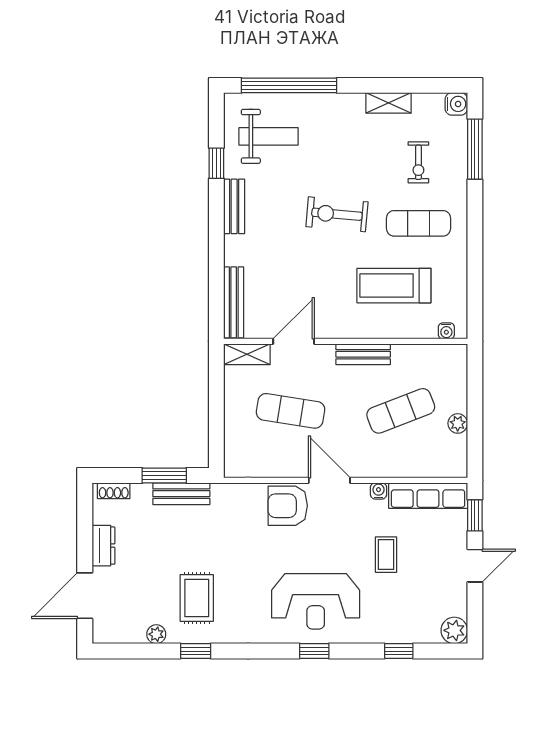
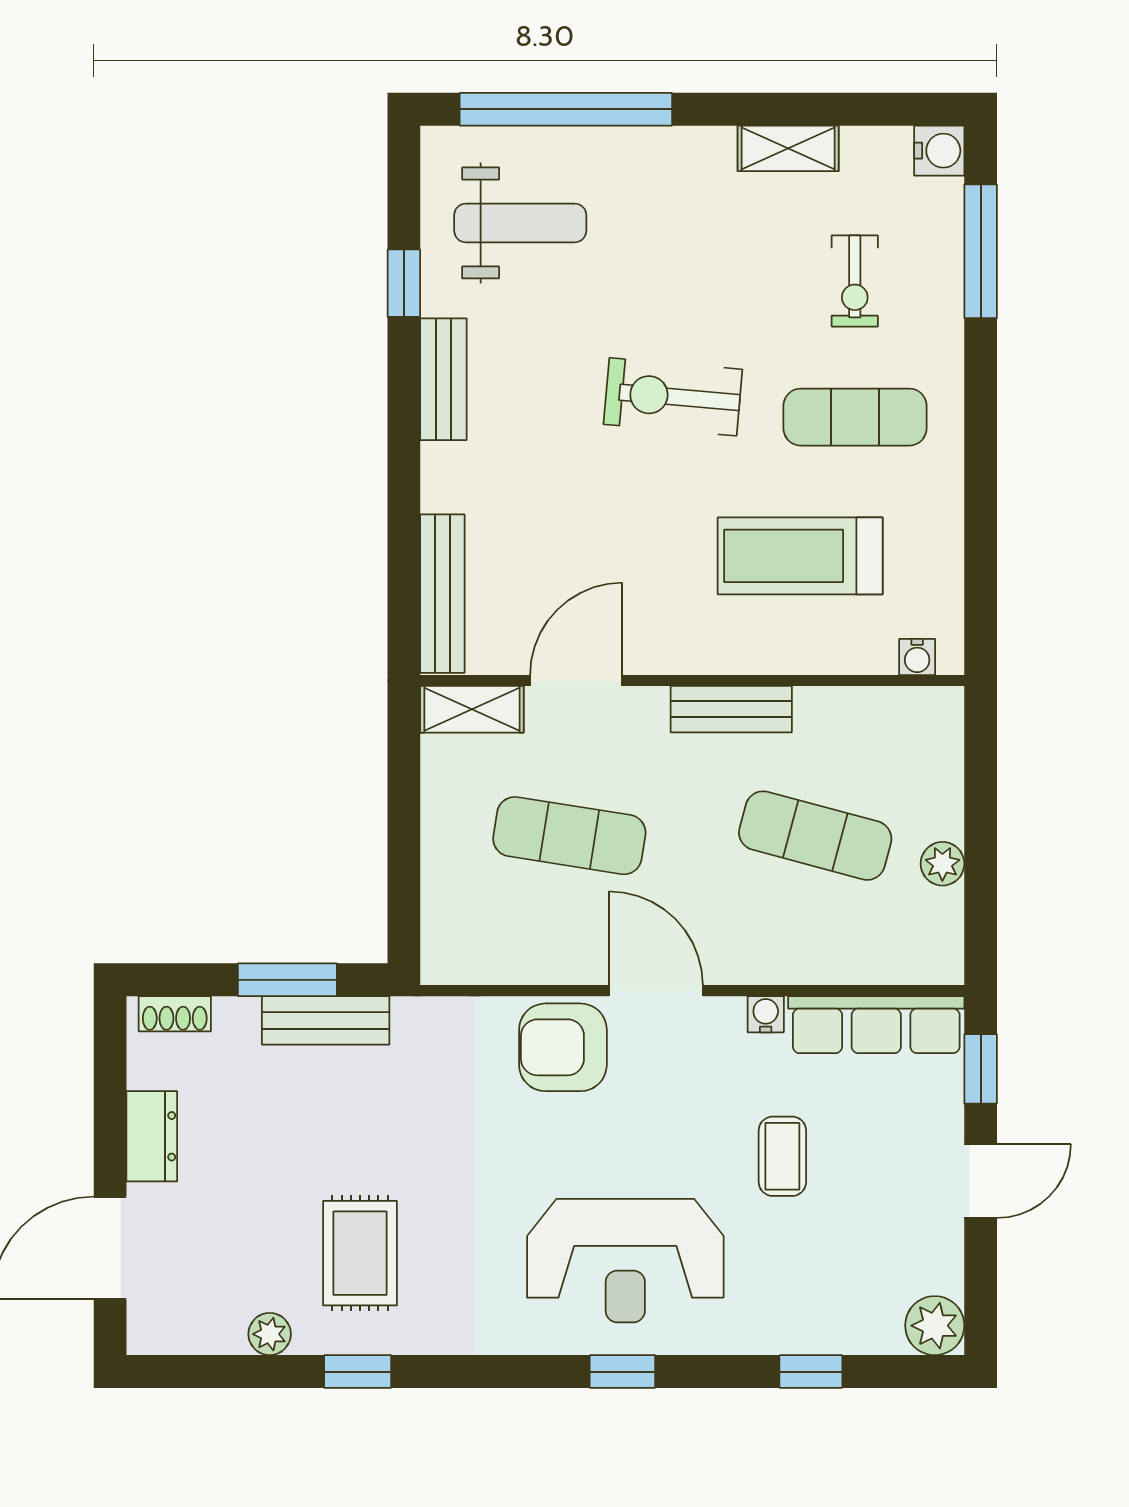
exercise mat: (401, 411) -> (815, 836), turned 36

